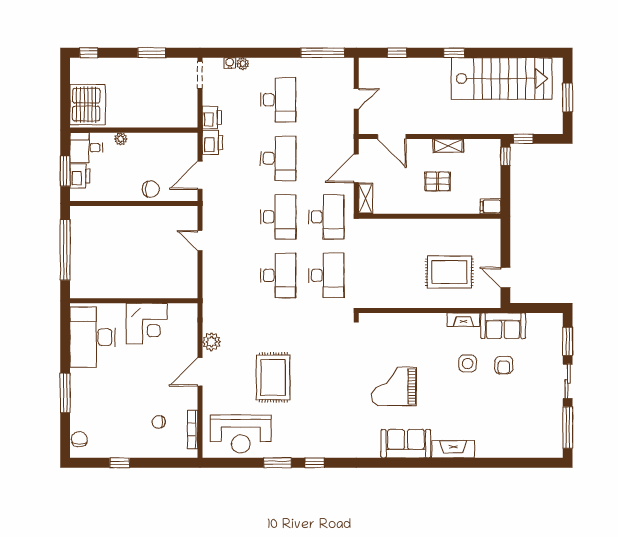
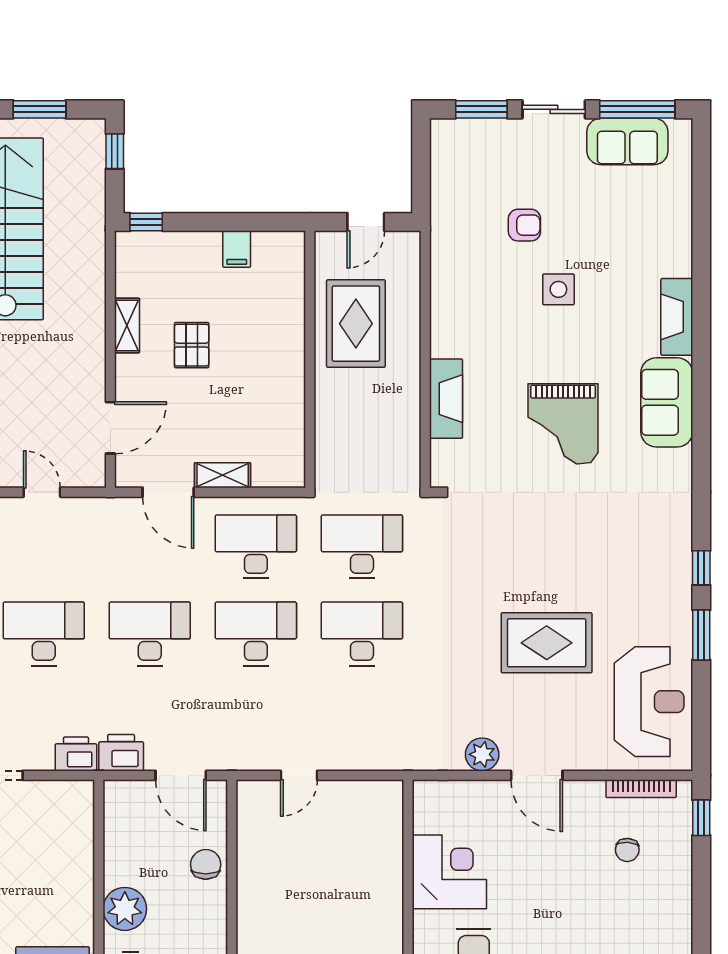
plant: (121, 139) -> (125, 909), width x1.88, depth x1.88
window: (523, 139) -> (115, 151), moved
wall: (430, 216) -> (310, 359), moved
fireplace: (463, 320) -> (446, 399), moved, width x1.37, depth x1.32
sofa: (503, 326) -> (627, 141), moved, turned 90
side table: (468, 363) -> (558, 289), moved
window: (120, 463) -> (701, 818), moved

